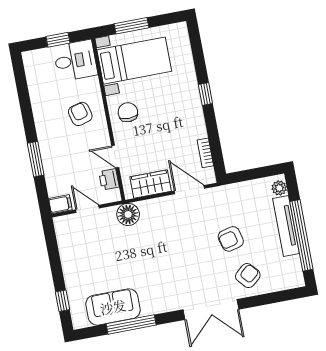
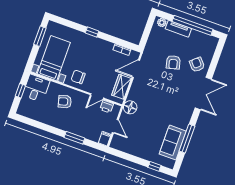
window: (132, 26) -> (40, 36), moved
door: (87, 209) -> (115, 126), swing flipped
tv unit: (286, 226) -> (178, 29), width x0.71

